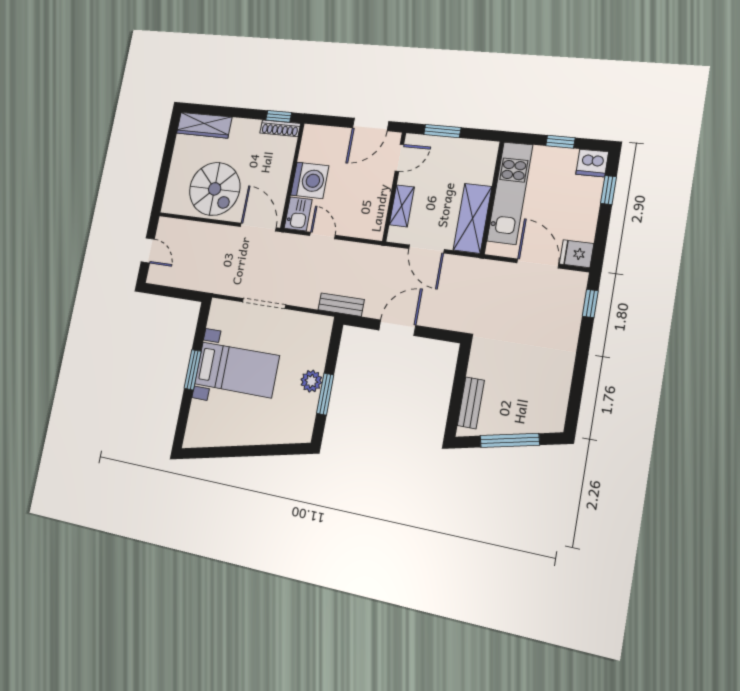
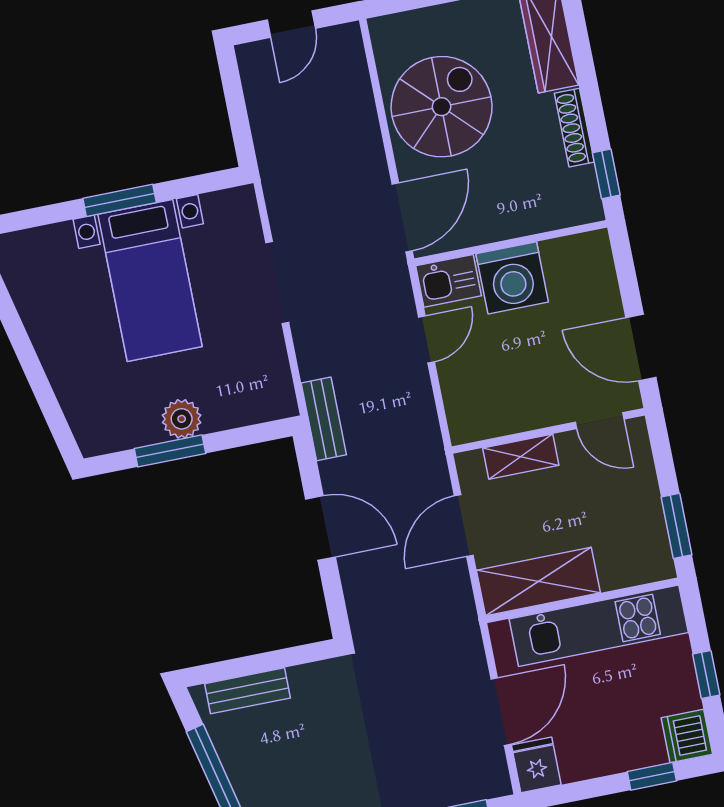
shoe rack: (280, 128) -> (574, 128), moved
window: (442, 131) -> (677, 526), moved
spiral stairs: (215, 189) -> (442, 107), turned 180

